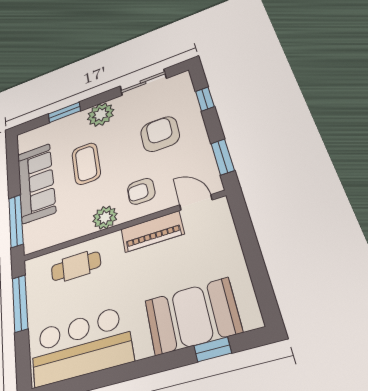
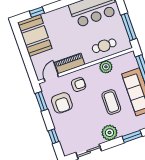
armchair: (160, 134) -> (62, 103), moved
door: (196, 202) -> (51, 78), swing flipped
plant: (105, 218) -> (106, 67), moved
booth: (192, 316) -> (35, 35), moved, turned 90

